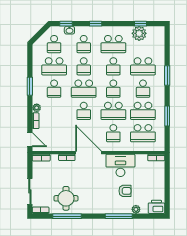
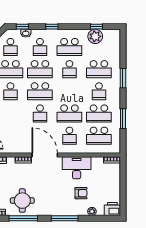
school desk: (84, 66) -> (40, 69), width x1.85
school desk: (113, 89) -> (69, 91), removed
window: (119, 216) -> (65, 218), moved

